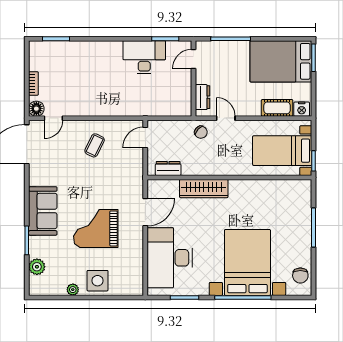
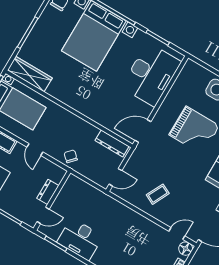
dresser: (203, 97) -> (48, 192), moved
door: (226, 118) -> (35, 150), moved
dresser: (168, 168) -> (112, 143), width x1.44
wardrobe: (204, 189) -> (30, 74), moved
door: (145, 212) -> (143, 131), moved

